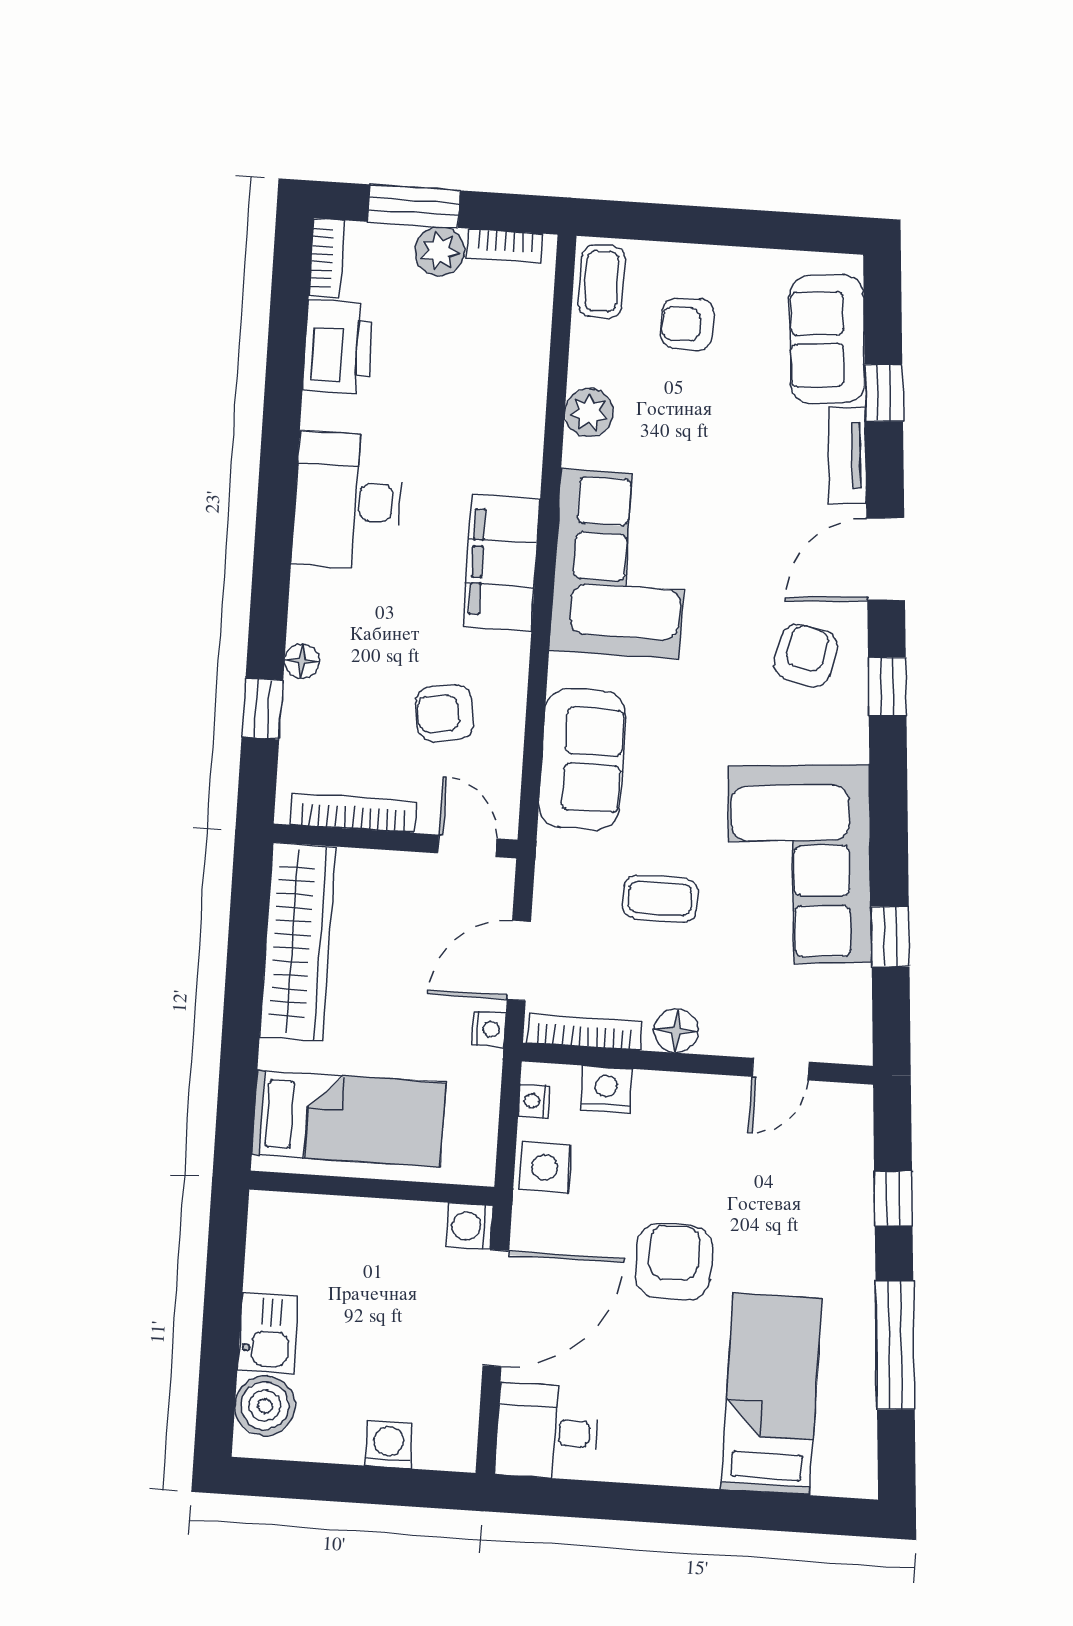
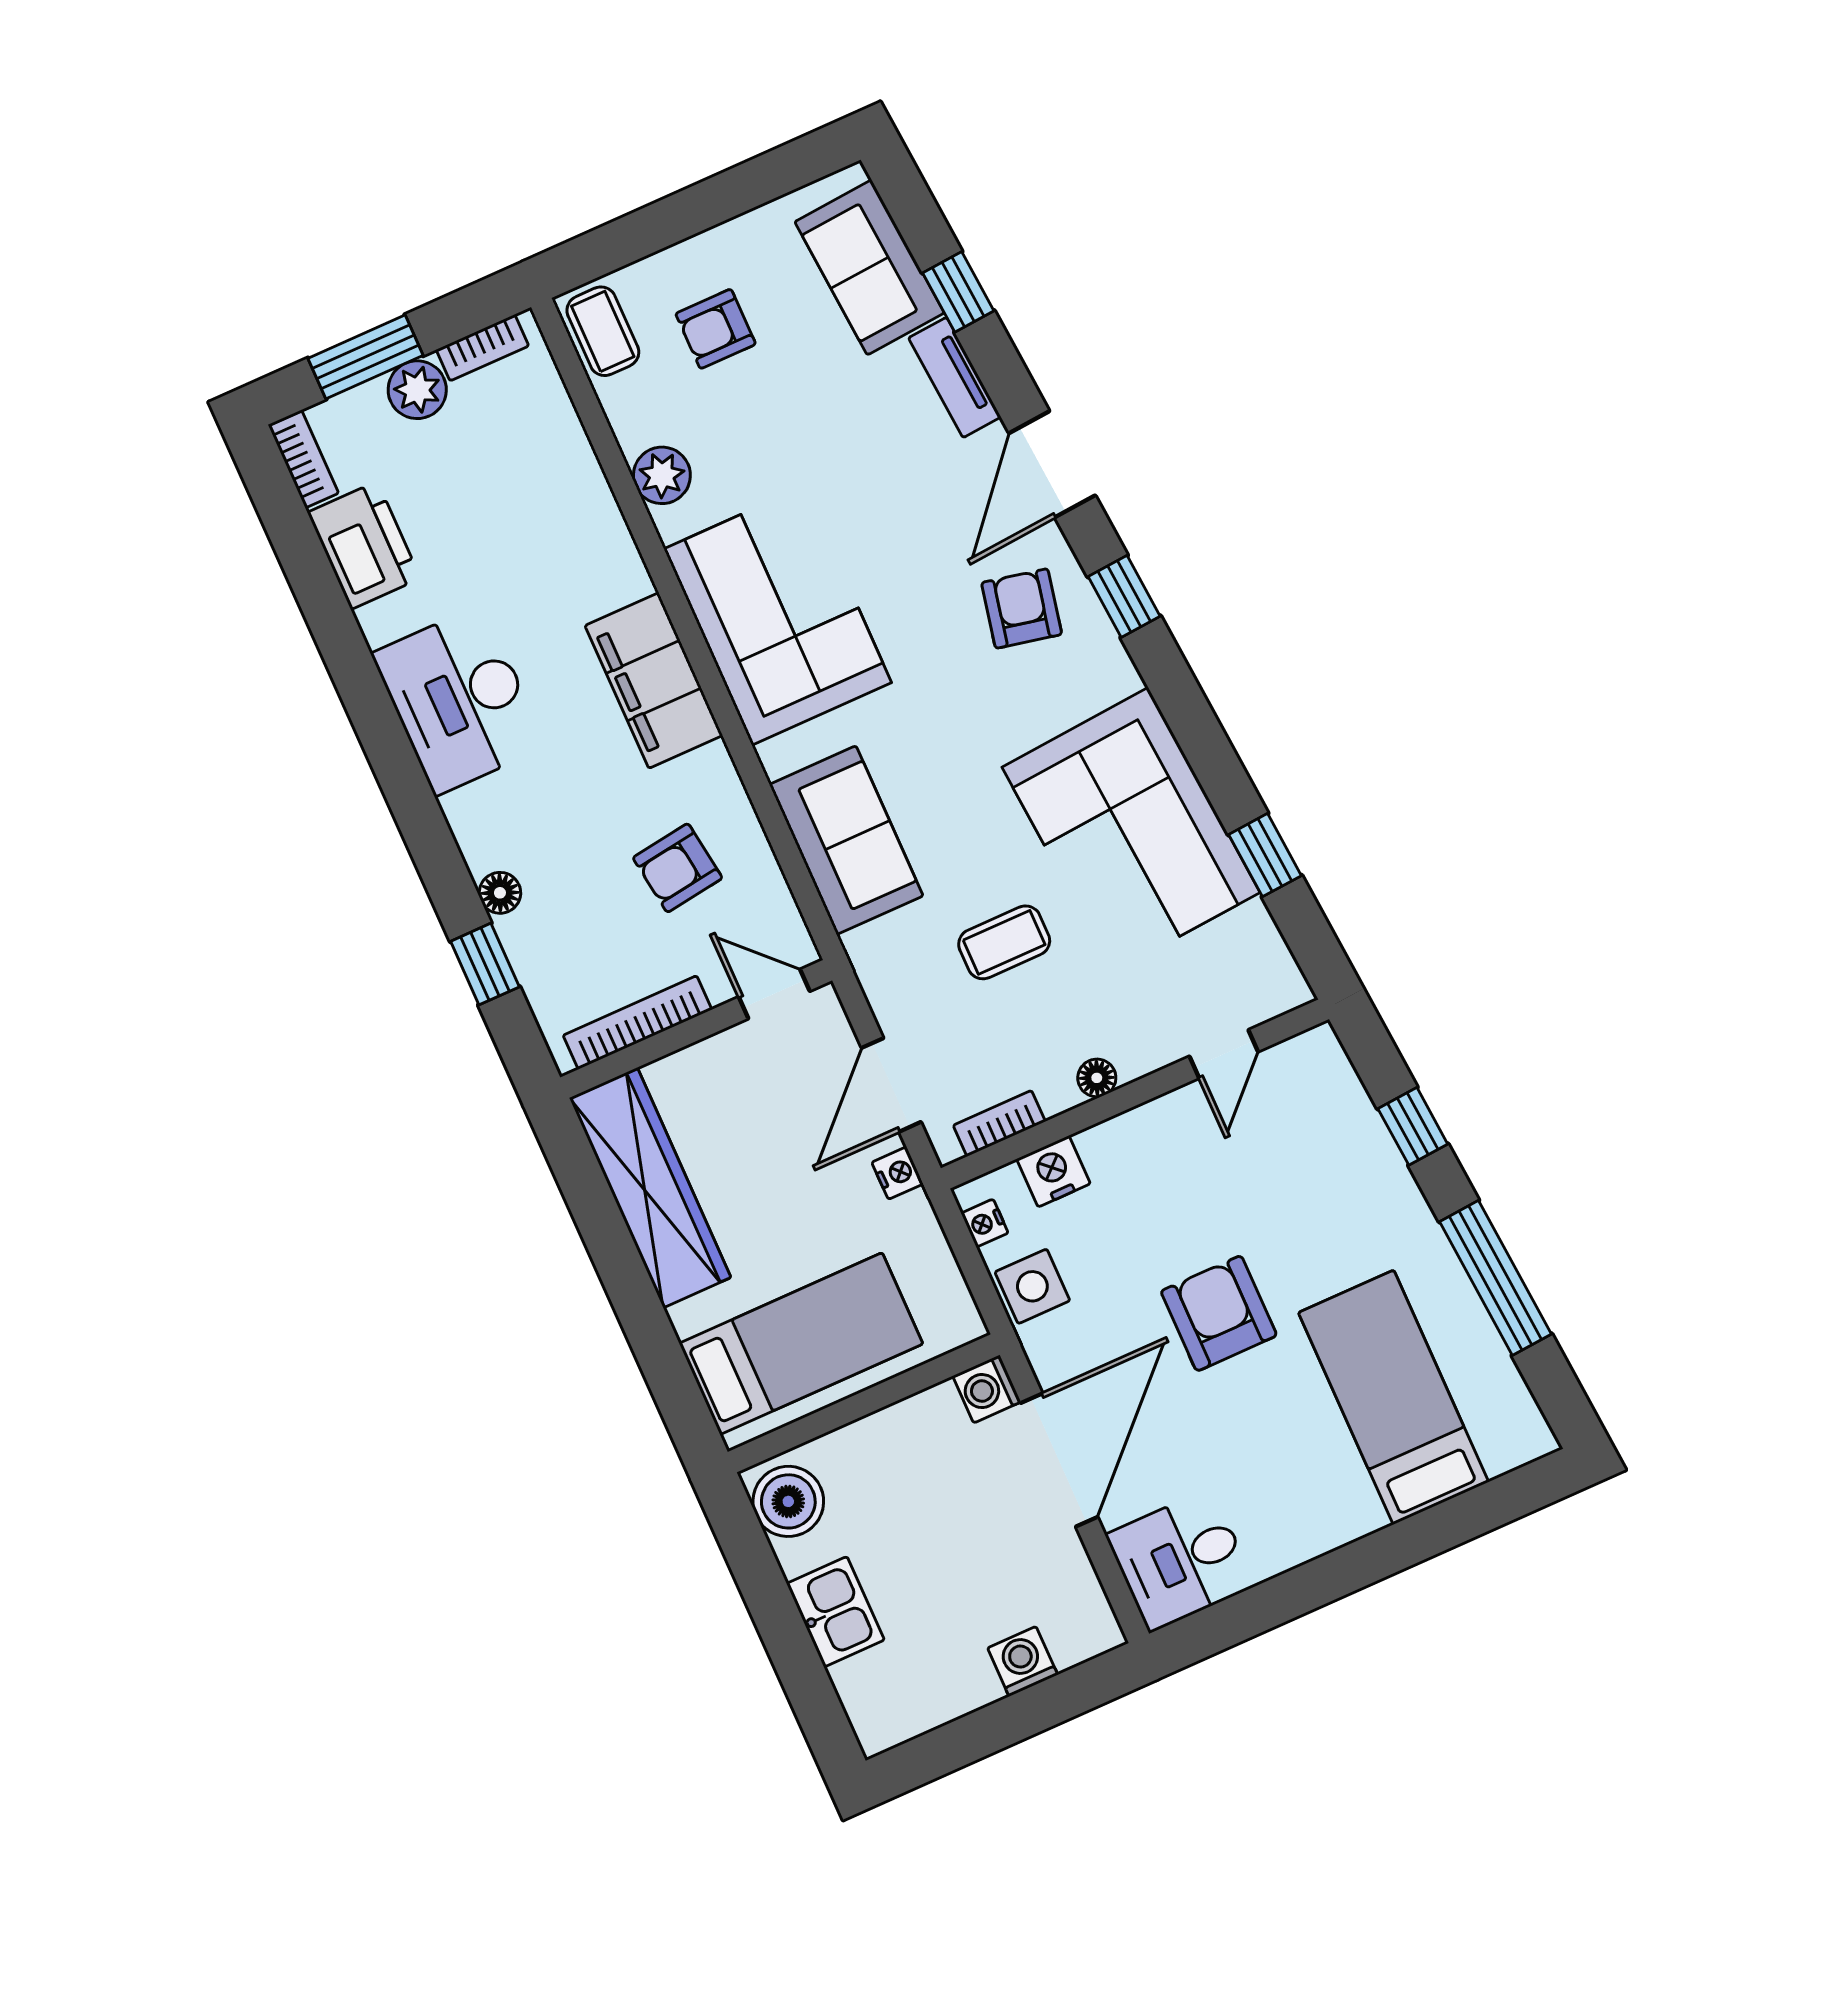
floor lamp: (676, 1031) -> (1097, 1078), width x0.73, depth x0.73
bookcase: (585, 1032) -> (999, 1123), width x0.64
boiler: (265, 1406) -> (788, 1501), moved

